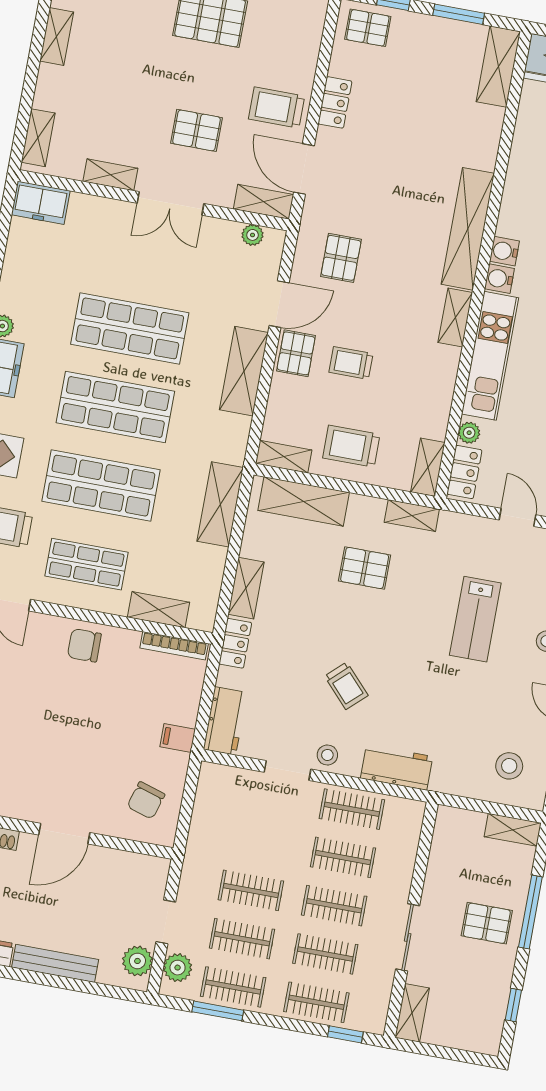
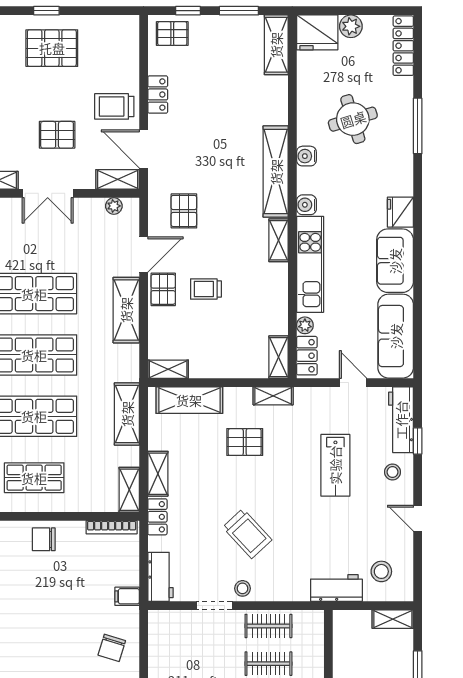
water cooler: (504, 251) -> (306, 156), moved
trolley: (351, 446) -> (218, 352), removed
shelving: (158, 610) -> (129, 490), moved, turned 90
trolley: (346, 686) -> (247, 534), width x1.36, depth x1.39
workbench: (397, 767) -> (336, 588), moved

